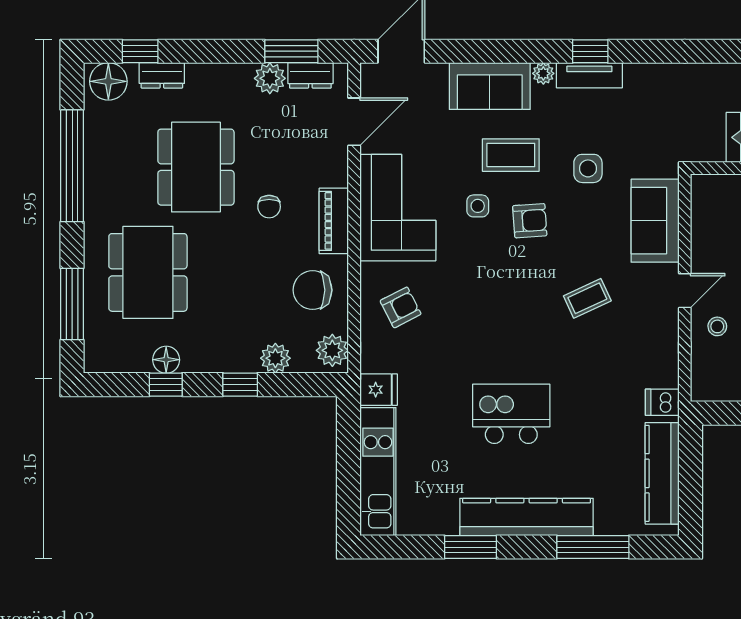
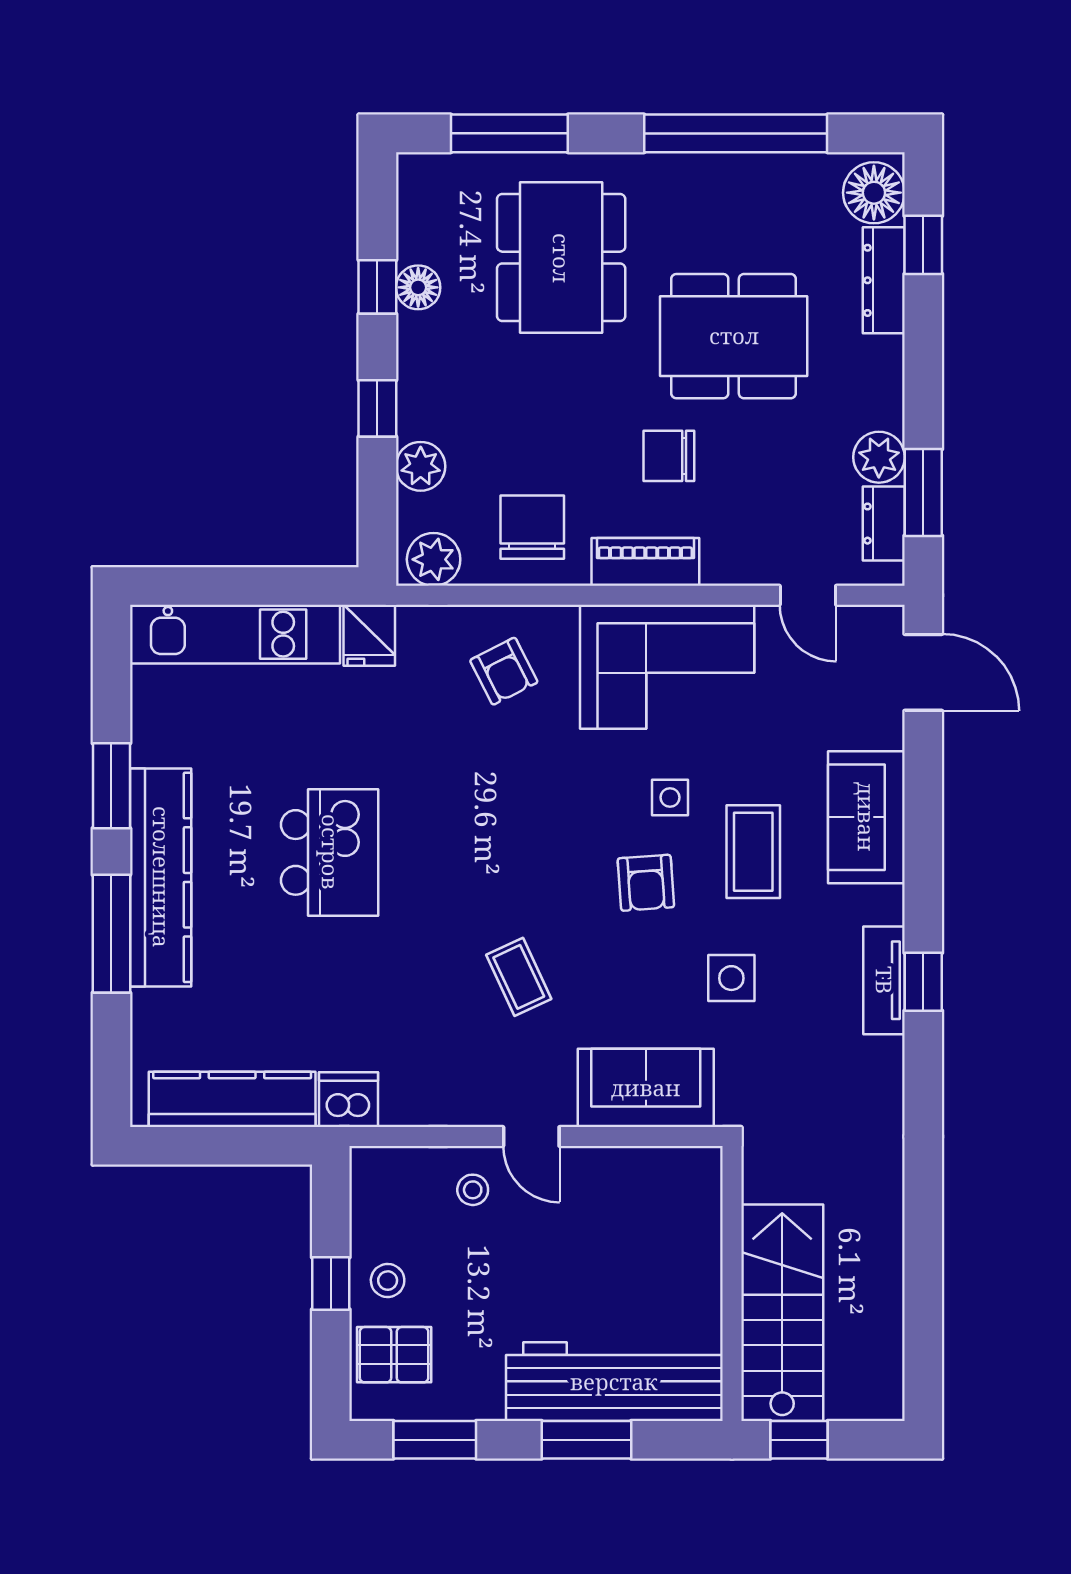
plant: (543, 73) -> (887, 905), removed
dresser: (162, 75) -> (884, 280), width x1.44
door: (354, 122) -> (808, 595), width x0.73
chair: (269, 207) -> (669, 456), width x1.37, depth x1.37
dining table: (148, 272) -> (561, 258), turned 90
dishwasher: (662, 402) -> (348, 1100), width x1.38
window: (593, 547) -> (111, 934), moved

